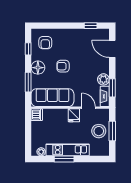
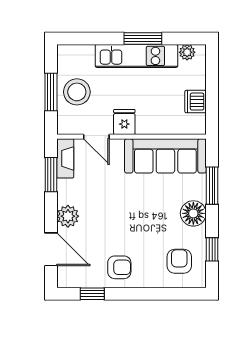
armchair: (63, 66) -> (119, 267), moved
plant: (103, 79) -> (68, 216), moved
dishwasher: (37, 115) -> (196, 102), moved

